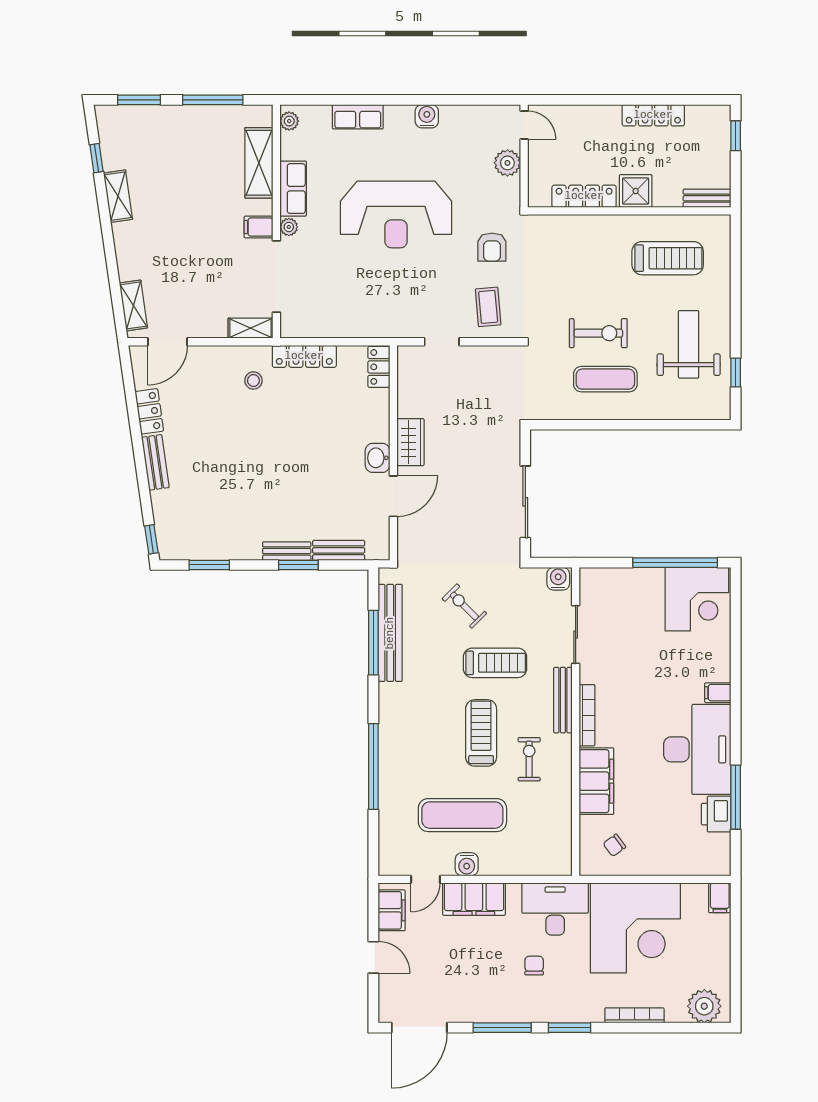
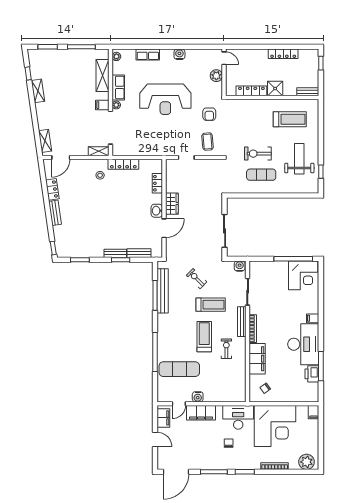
exercise bike: (598, 333) -> (258, 154), turned 180
locker: (379, 367) -> (157, 183), moved
exercise mat: (462, 815) -> (179, 369), moved

